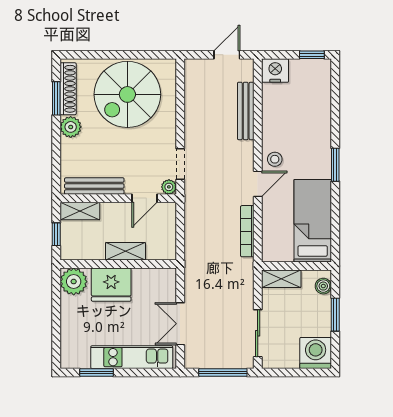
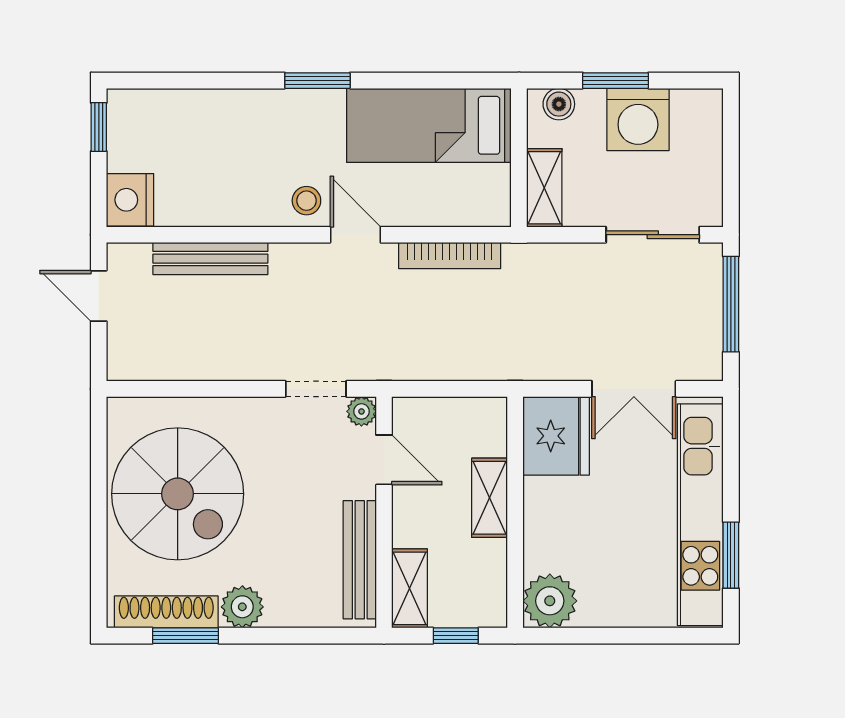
fridge: (111, 285) -> (556, 436), moved
washing machine: (316, 353) -> (638, 119), moved, turned -90
kitchen unit: (132, 357) -> (700, 515), width x1.36

